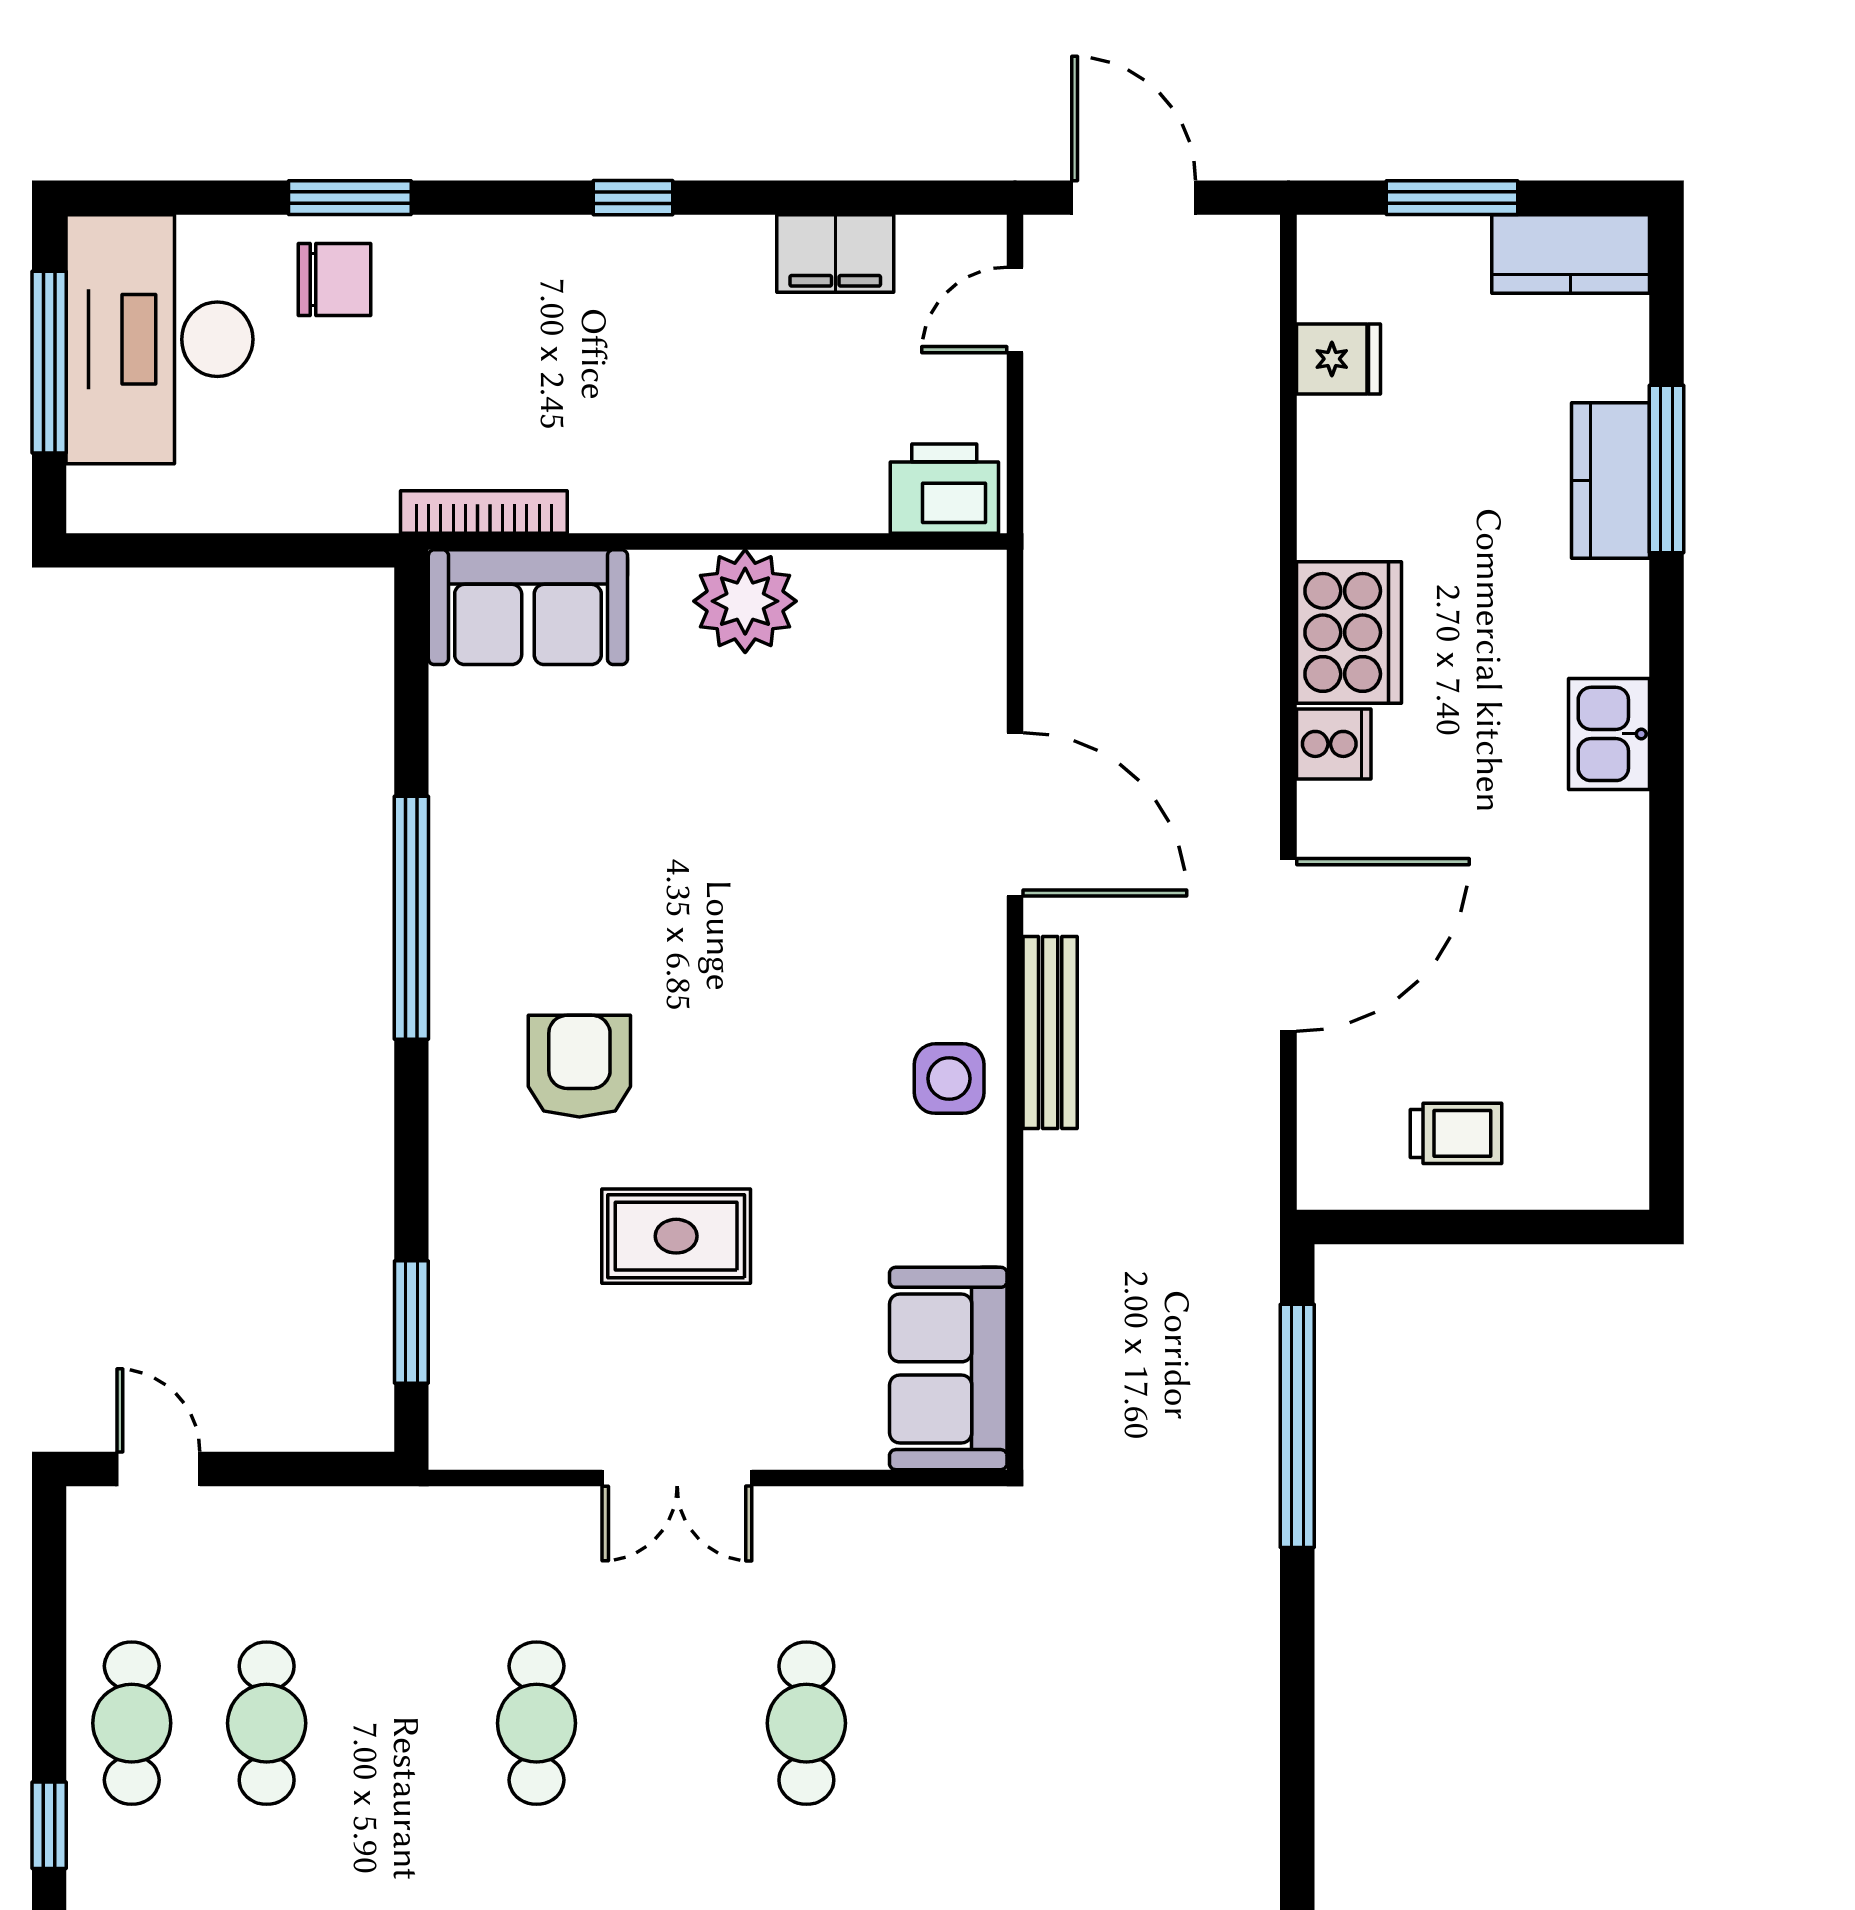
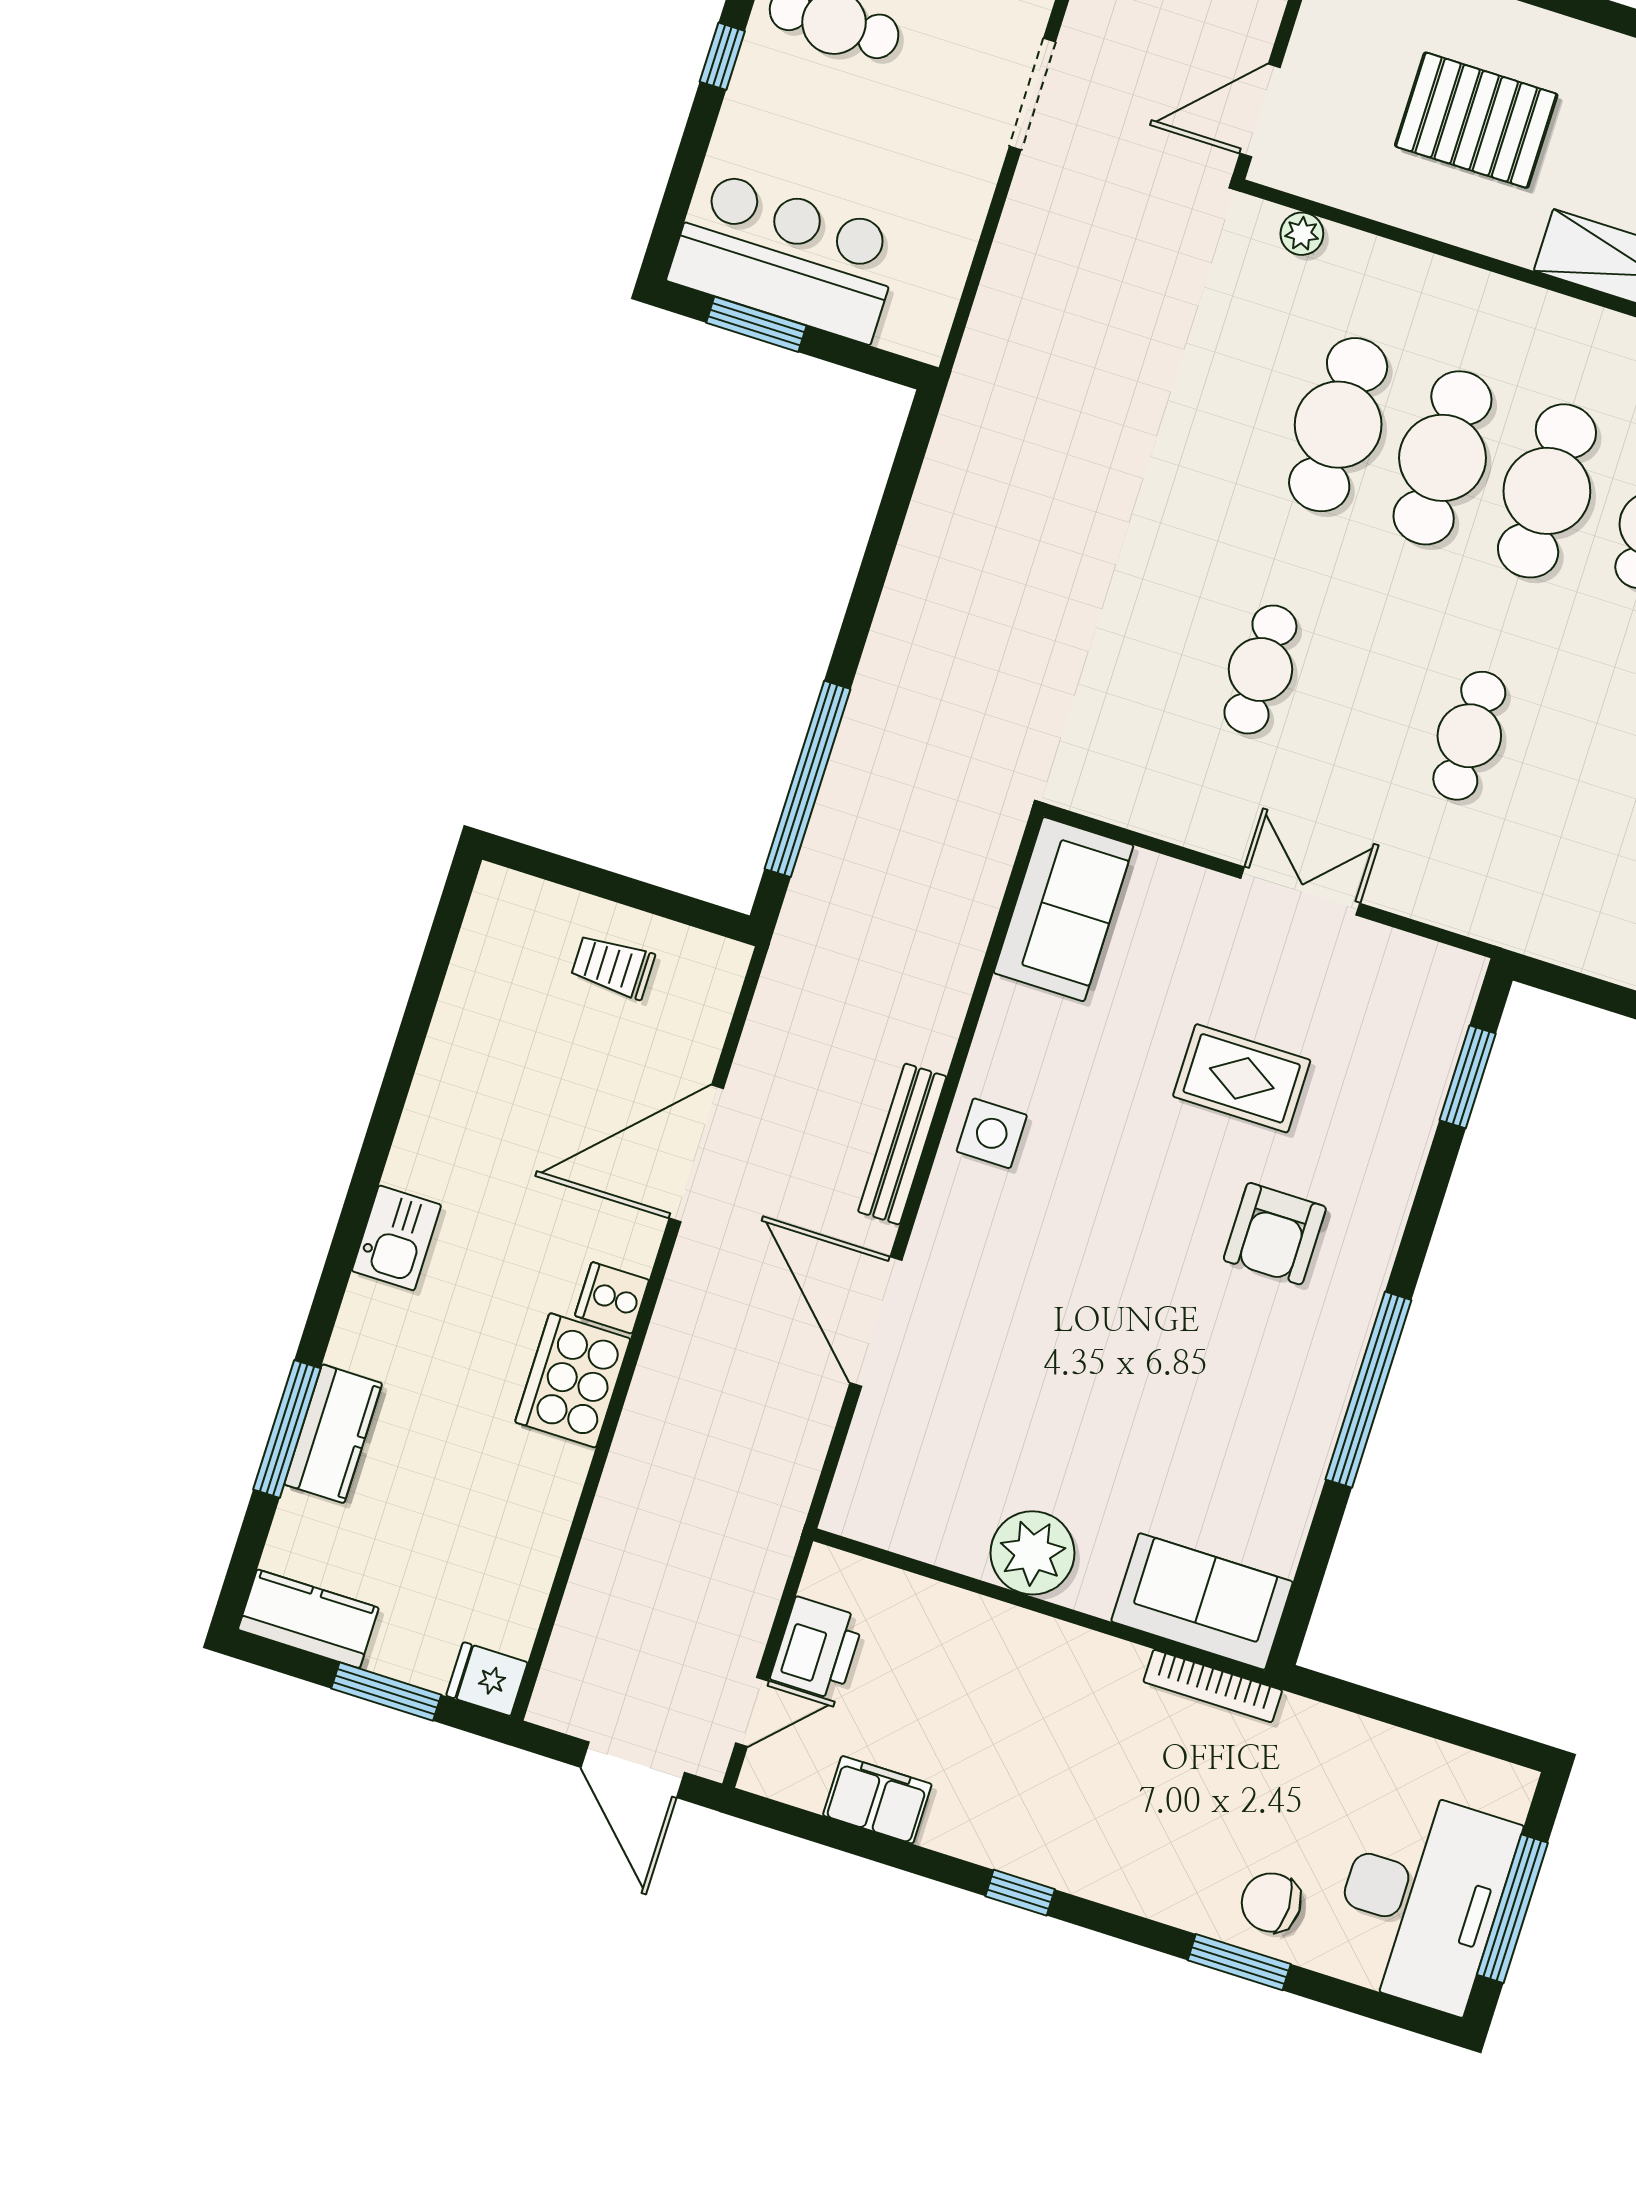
fridge: (1338, 359) -> (487, 1679), moved
printer: (944, 489) -> (817, 1648), moved, turned -90

